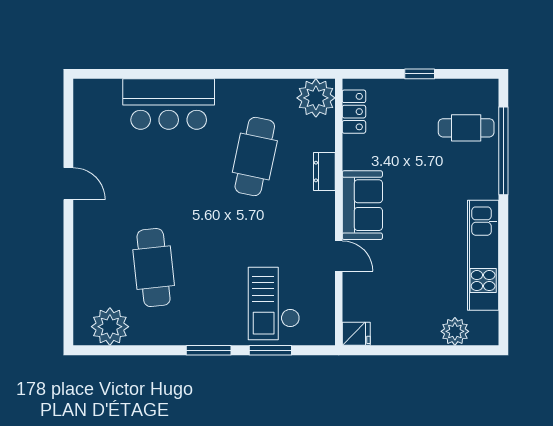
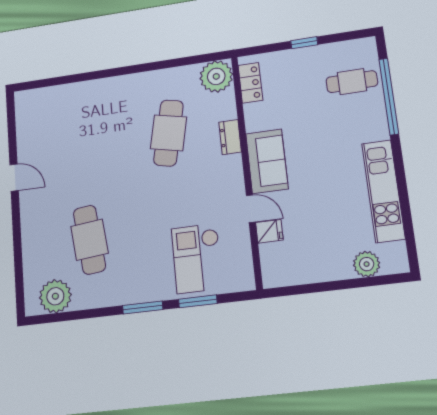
bar counter: (169, 104) -> (93, 100), removed
fridge: (356, 334) -> (269, 231), moved

